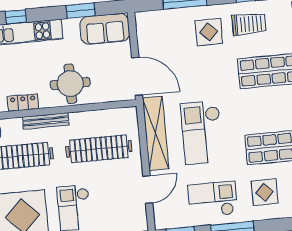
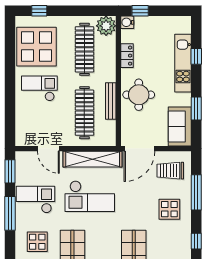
trolley: (249, 24) -> (170, 171), moved, turned 90
bench: (46, 121) -> (111, 101), moved
checkout: (202, 132) -> (90, 196), turned 180
checkout: (212, 199) -> (35, 200), turned -90

